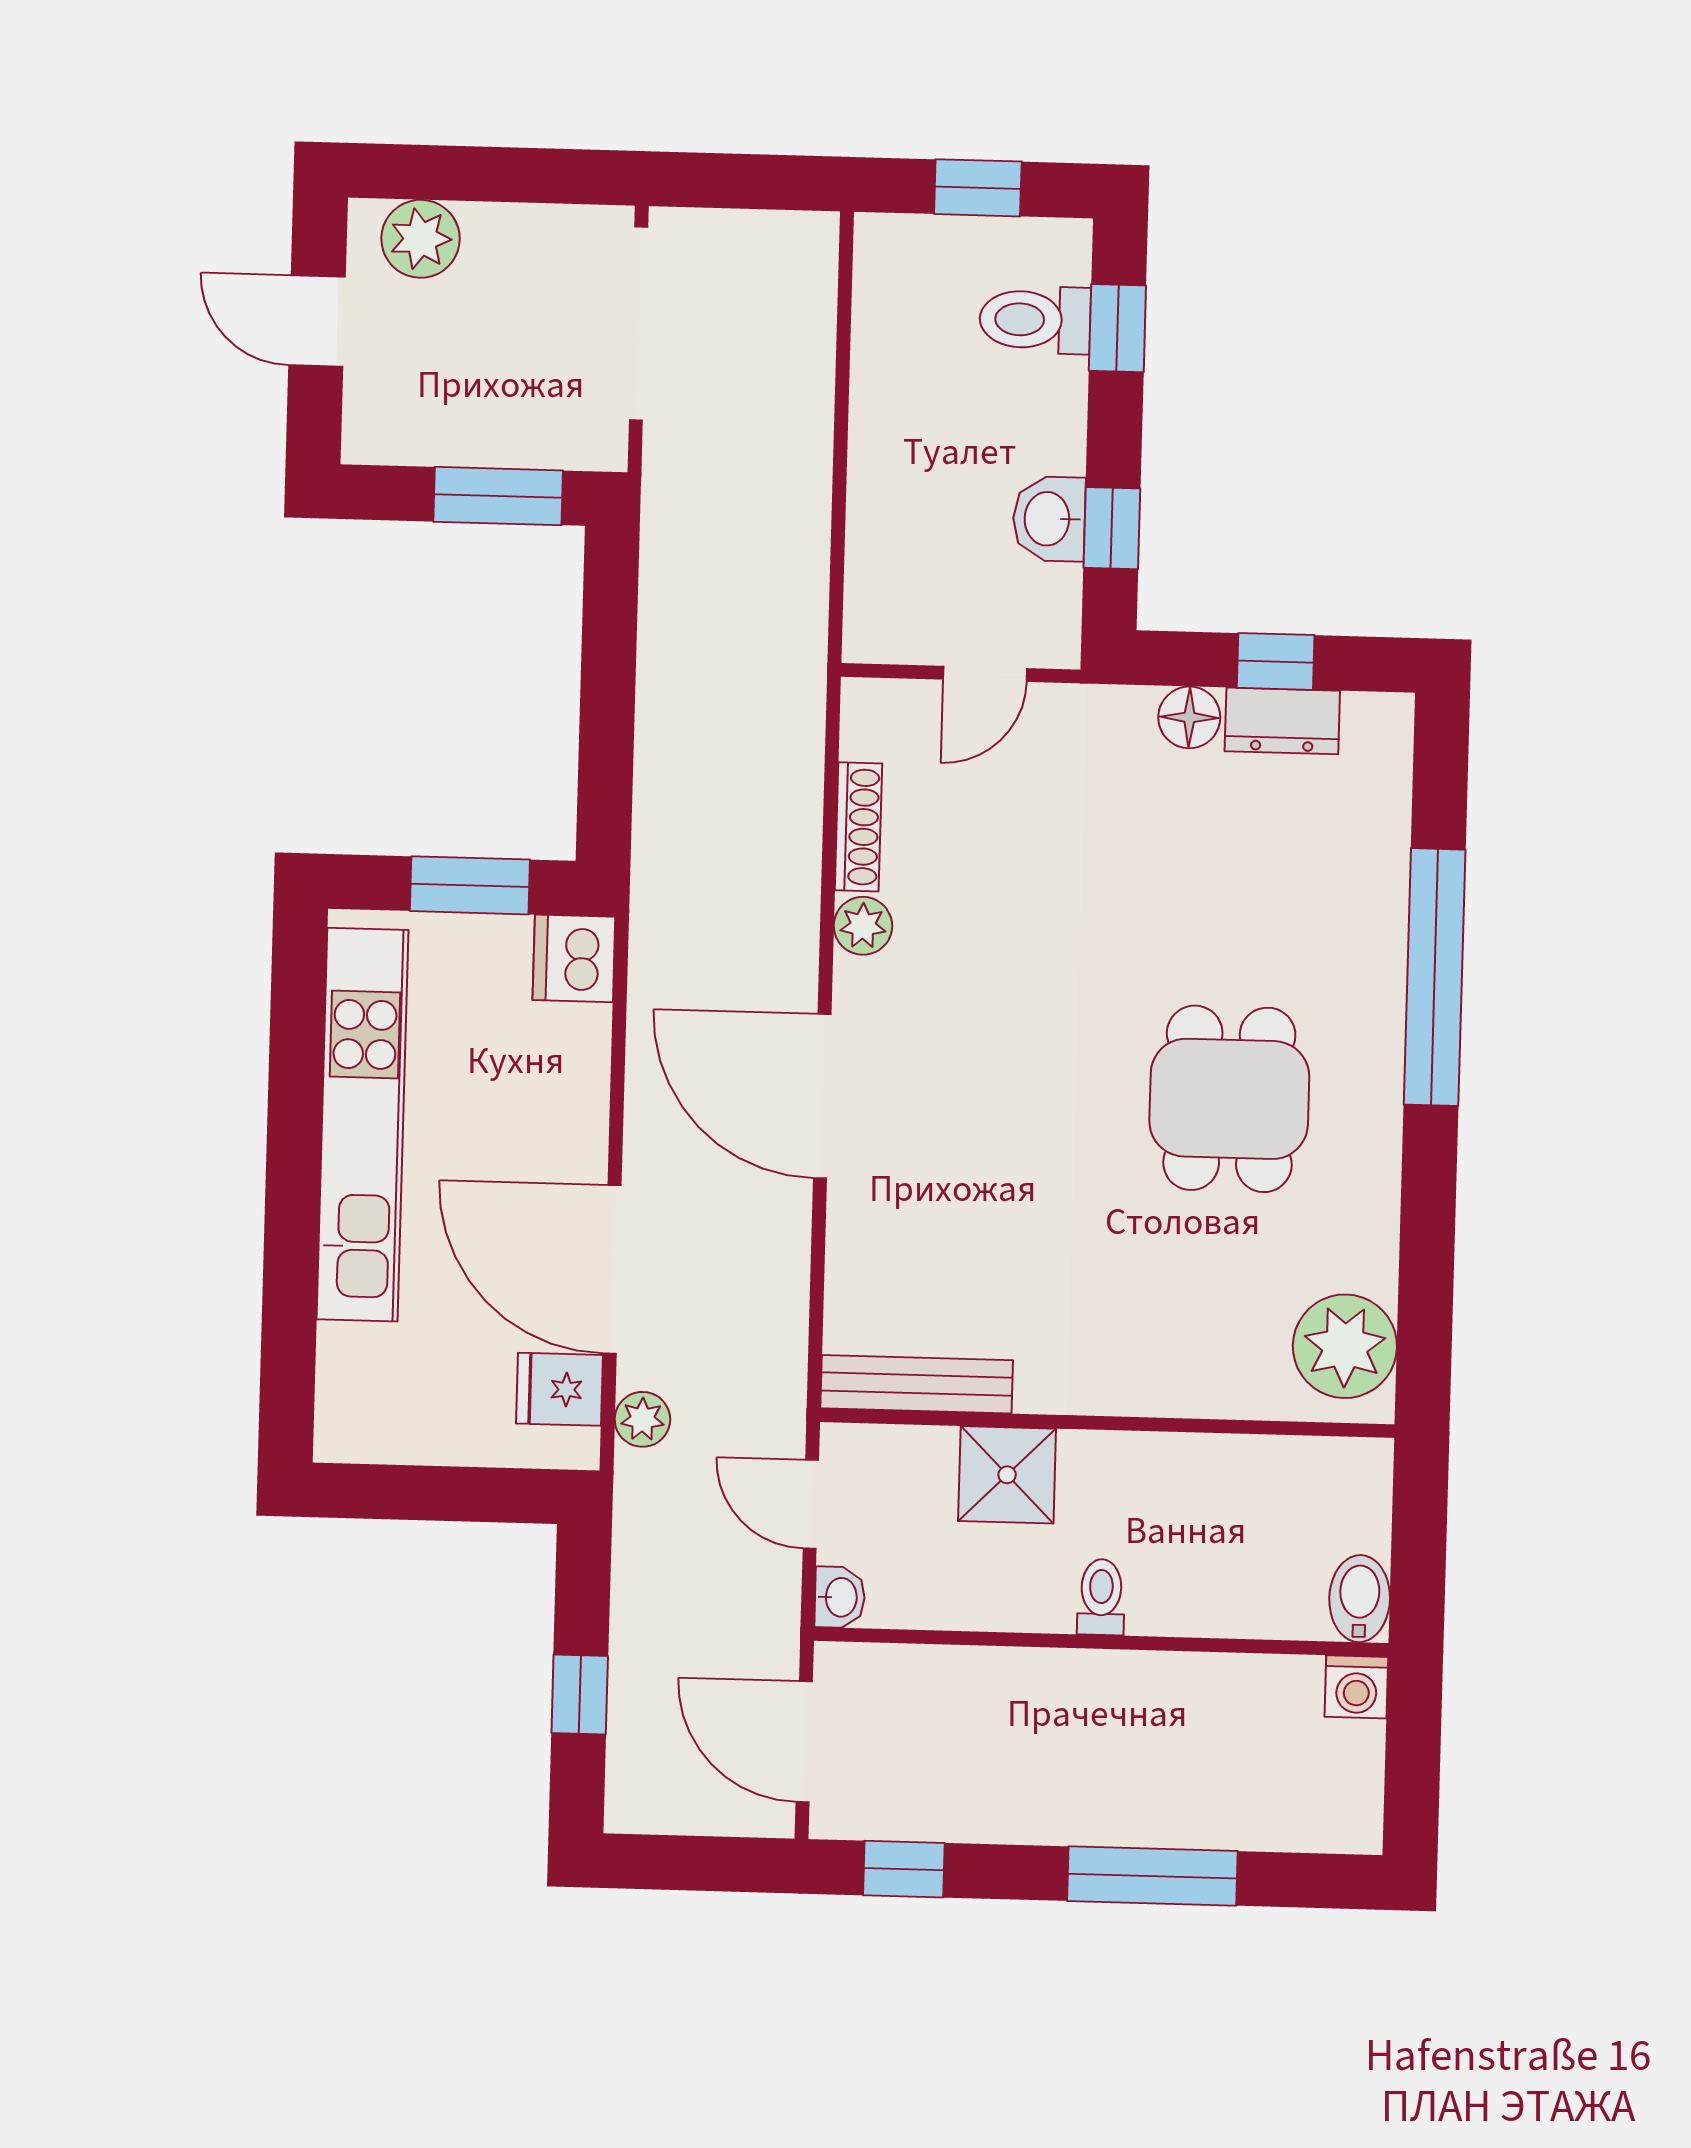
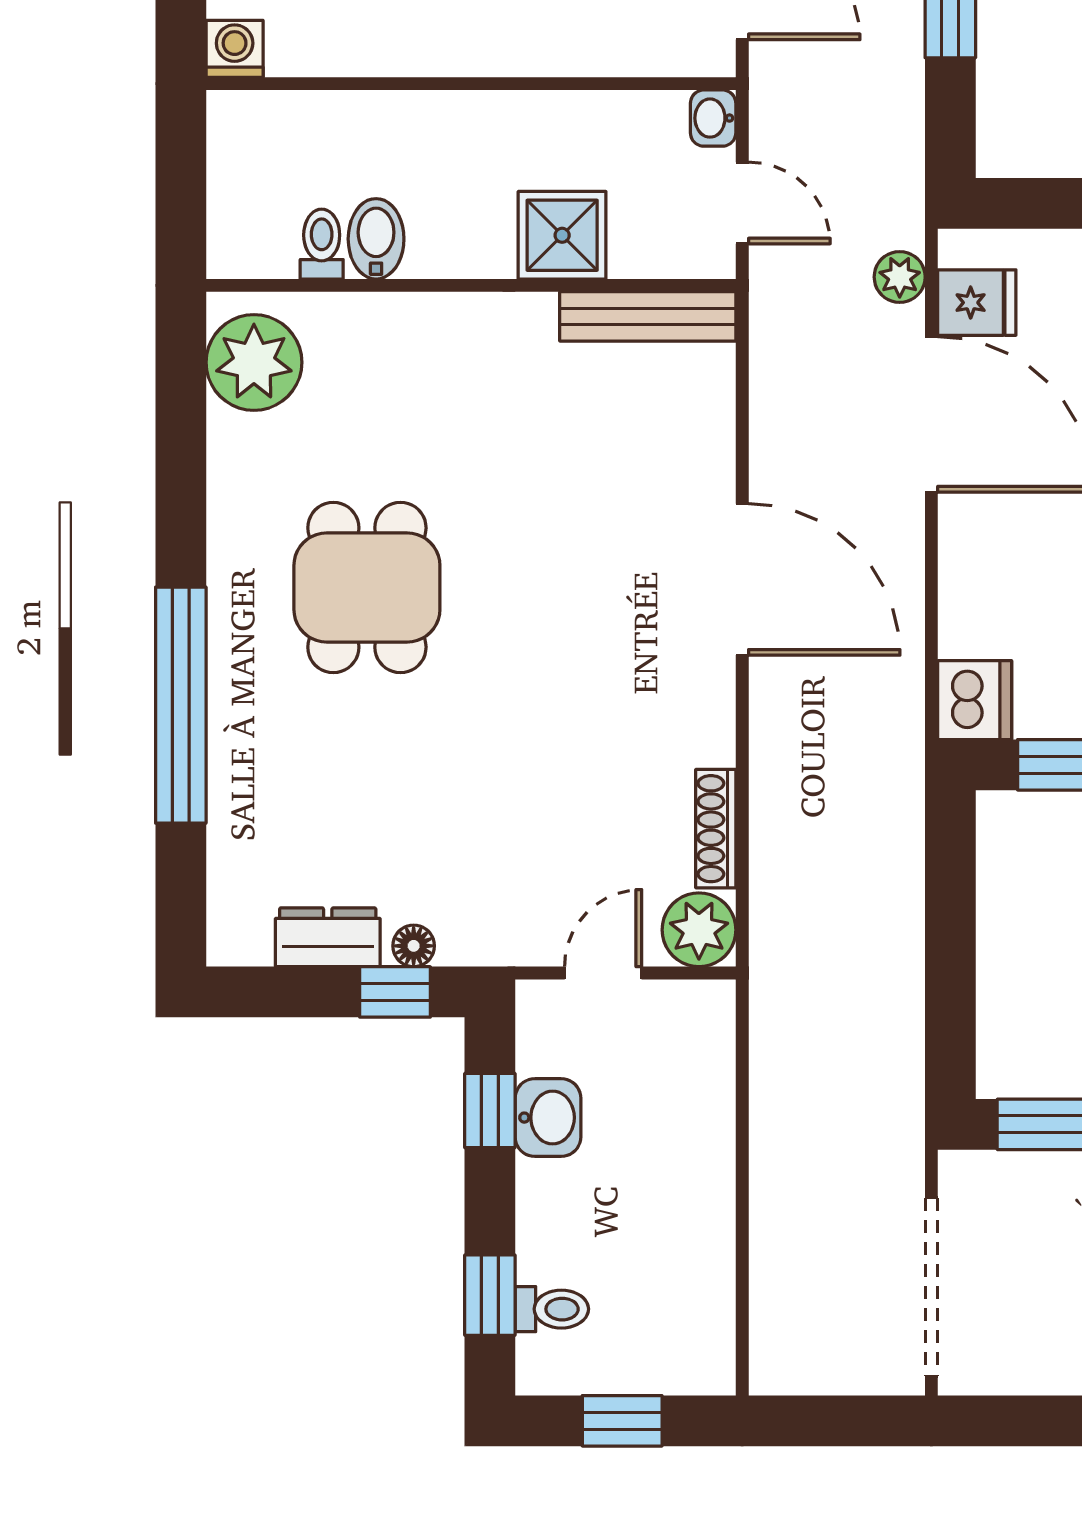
toilet: (1035, 320) -> (552, 1309), width x0.73, depth x0.72
window: (1276, 661) -> (395, 992), moved
floor lamp: (1189, 717) -> (414, 946), width x0.73, depth x0.73
plant: (863, 926) -> (699, 930), moved, width x1.38, depth x1.38
toilet: (1101, 1597) -> (322, 244), moved, turned 180
bidet: (1360, 1599) -> (376, 239), moved, turned 180

